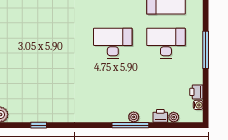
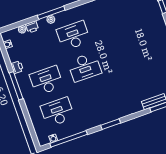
desk: (166, 43) -> (46, 81), turned 180
desk: (113, 87) -> (73, 36), added
printer: (196, 92) -> (17, 67), moved

